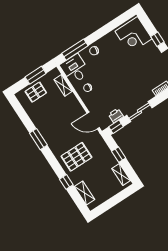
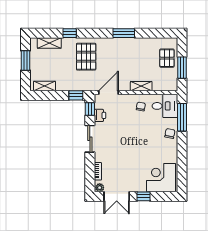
shelving: (63, 85) -> (141, 86), moved
window: (119, 155) -> (76, 95), moved
window: (111, 203) -> (25, 60), added

